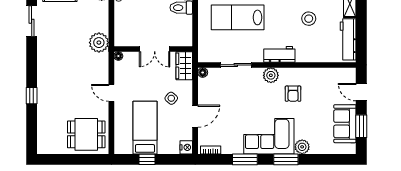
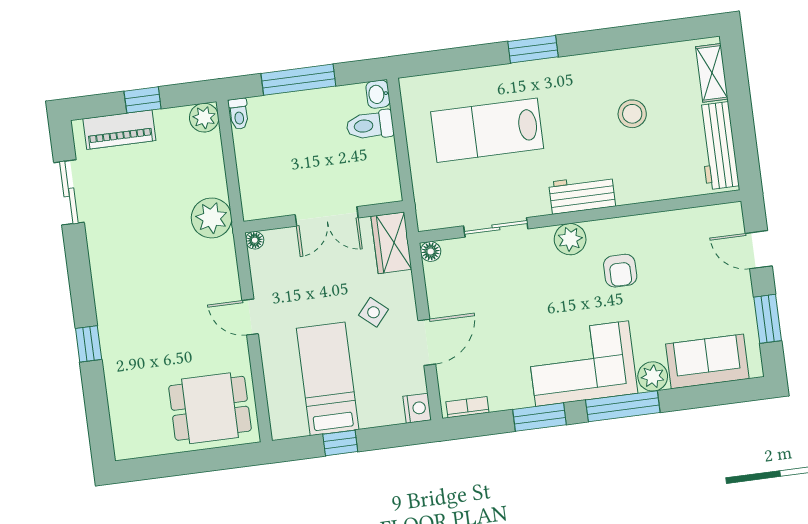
sofa: (345, 124) -> (707, 361), moved, turned 90
window: (286, 159) -> (623, 406), width x1.44

